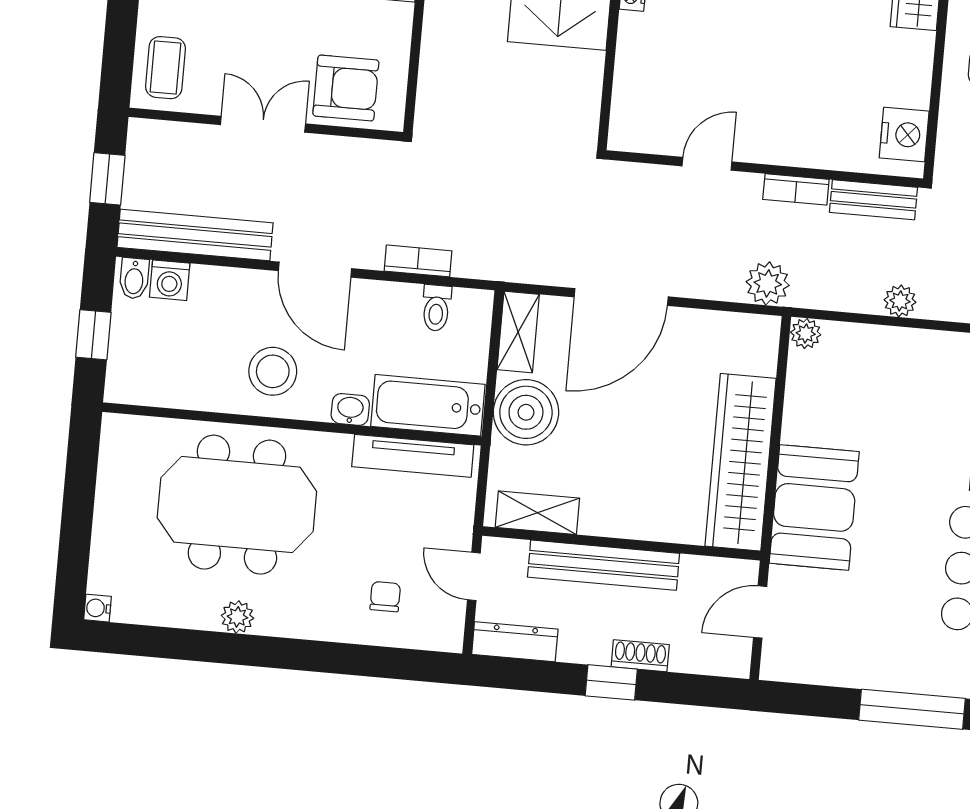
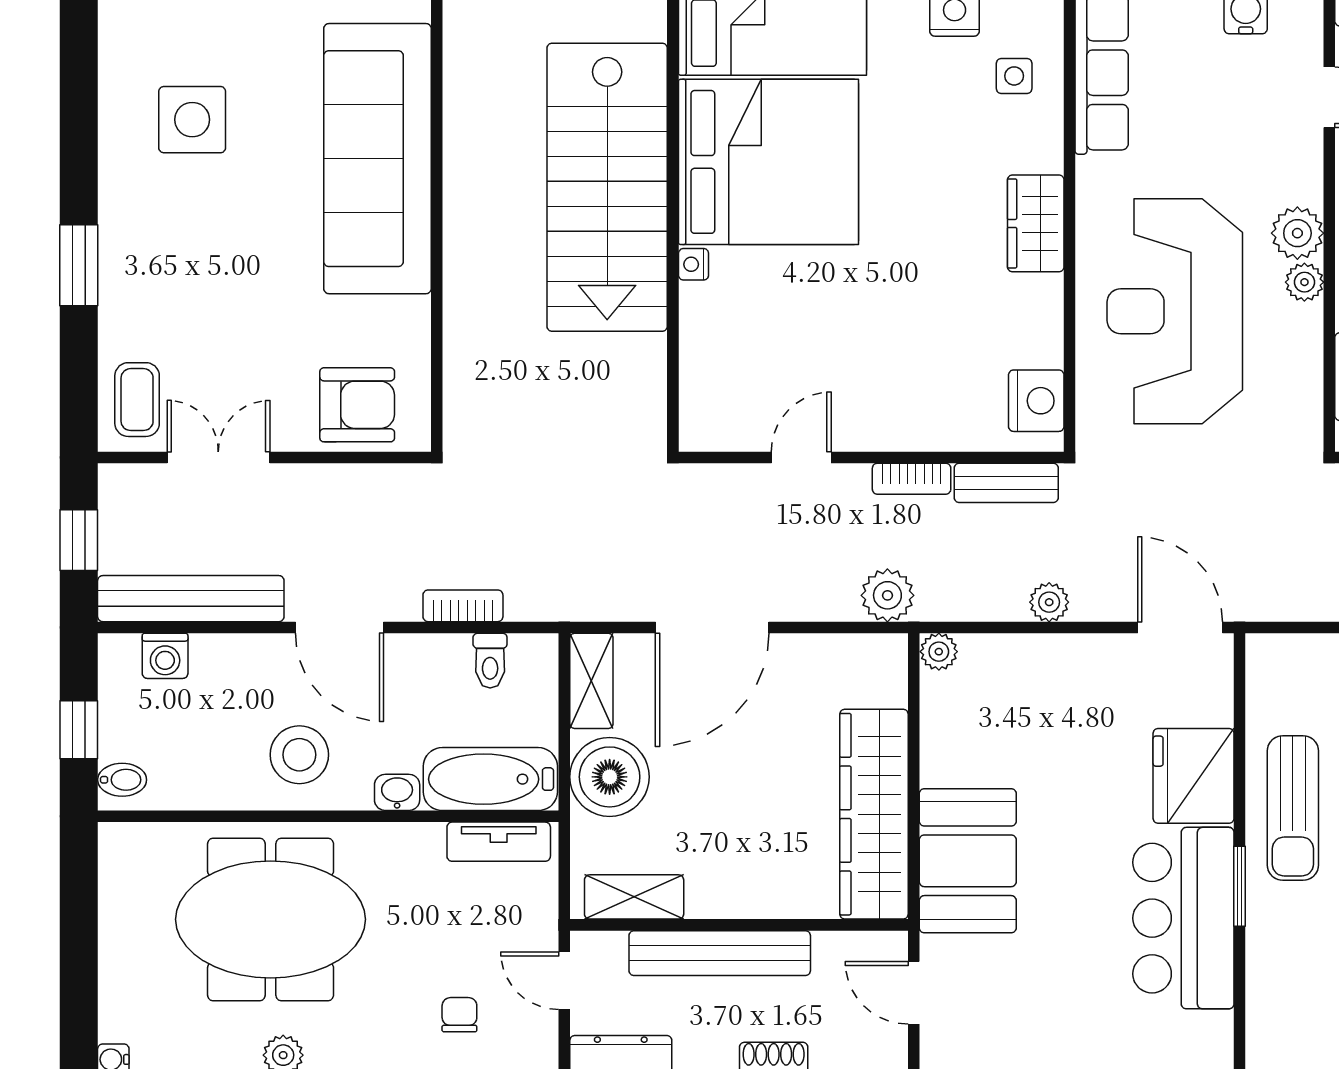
double door: (263, 124) -> (218, 457), moved
bidet: (134, 278) -> (122, 780), moved, turned -90
tv unit: (413, 456) -> (499, 842), width x0.71
door: (760, 612) -> (914, 993), hinge flipped

